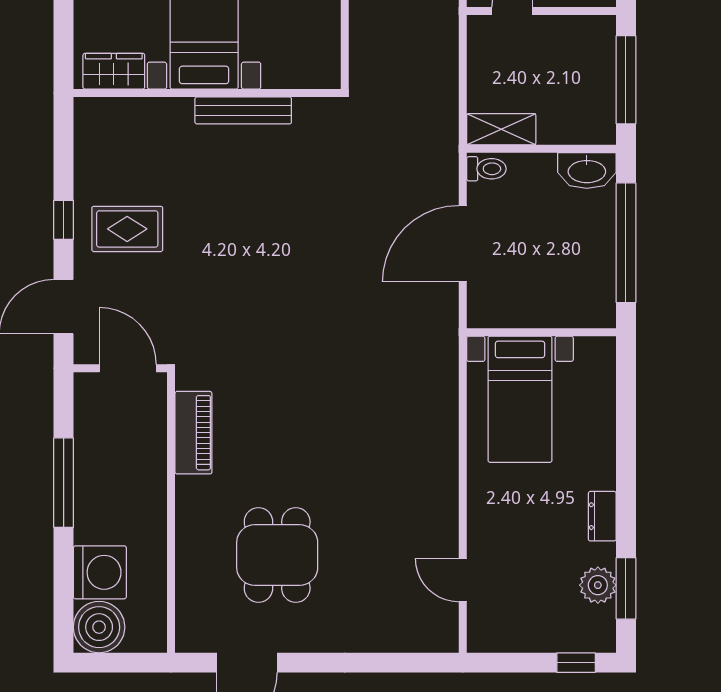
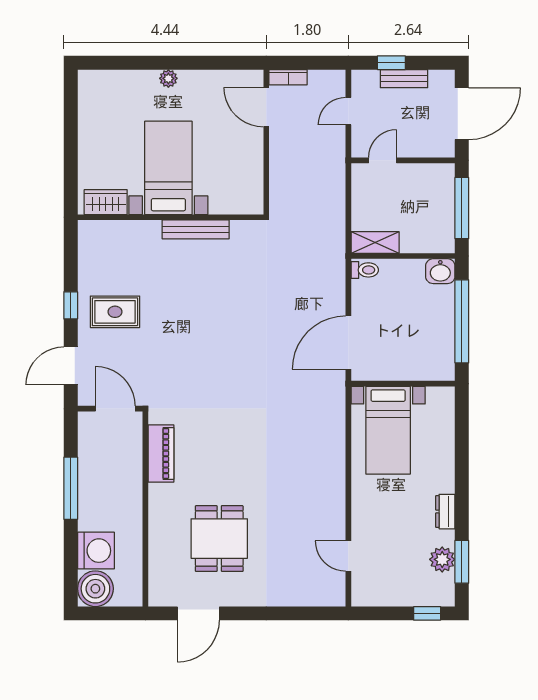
washbasin: (587, 171) -> (440, 271), width x0.72
door: (463, 244) -> (348, 343), moved

